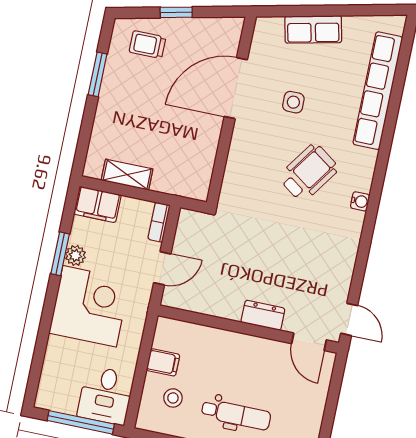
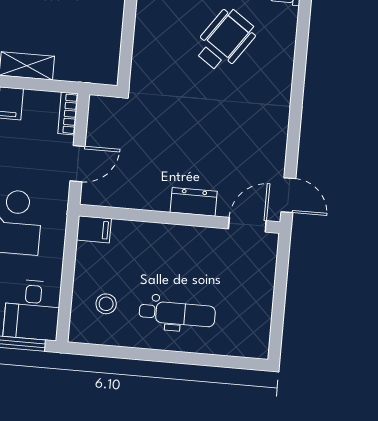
water cooler: (360, 201) -> (285, 65), removed
door: (309, 342) -> (247, 225), swing flipped
filing cabinet: (163, 362) -> (94, 229), moved

